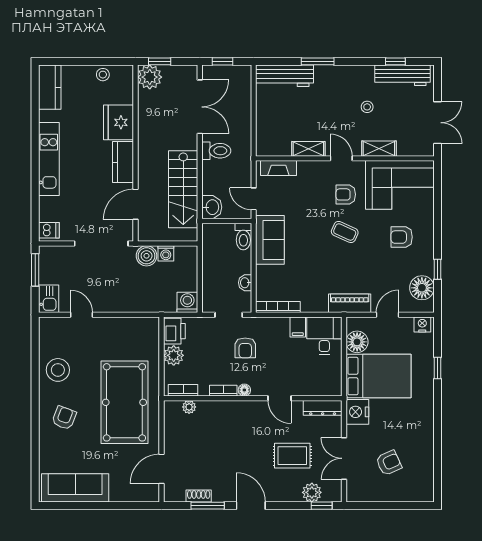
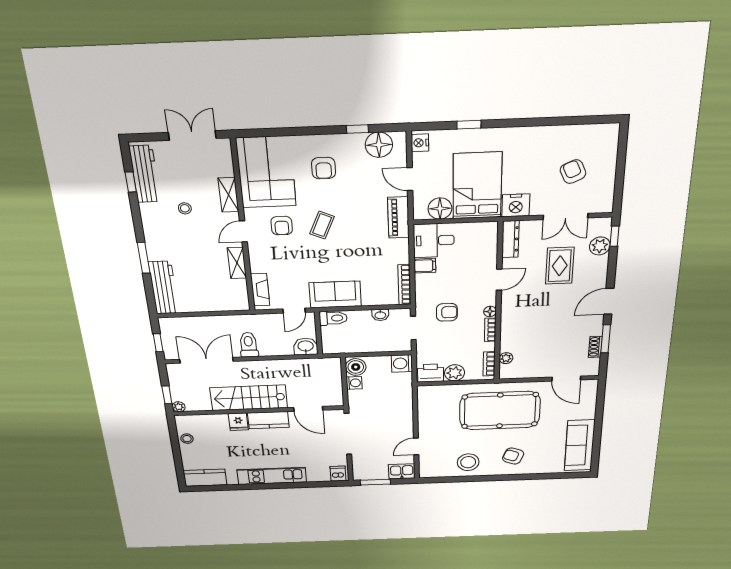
plant: (150, 77) -> (179, 407), width x0.53, depth x0.53
fridge: (119, 122) -> (238, 422), width x0.53, depth x0.75
stairs: (183, 189) -> (249, 398), moved, turned 180
boiler: (147, 256) -> (356, 367), moved

